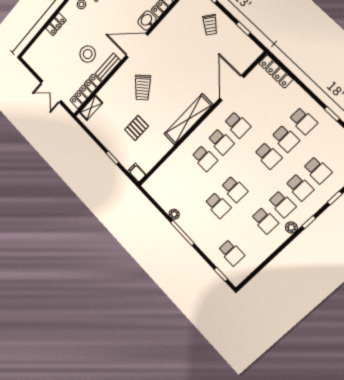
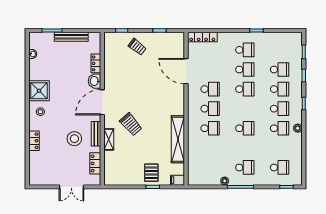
locker: (86, 91) -> (95, 163), width x0.66
shelving: (91, 108) -> (109, 139), moved
shelving: (188, 119) -> (178, 139), moved
pallet: (137, 128) -> (151, 173), moved
school desk: (218, 205) -> (245, 167), moved
plant: (291, 227) -> (298, 128), moved

